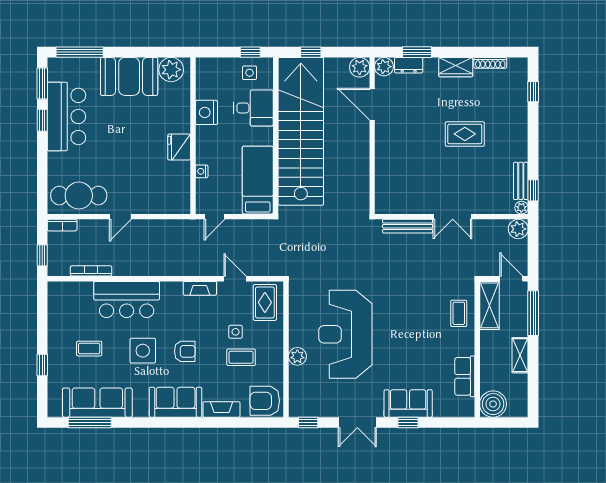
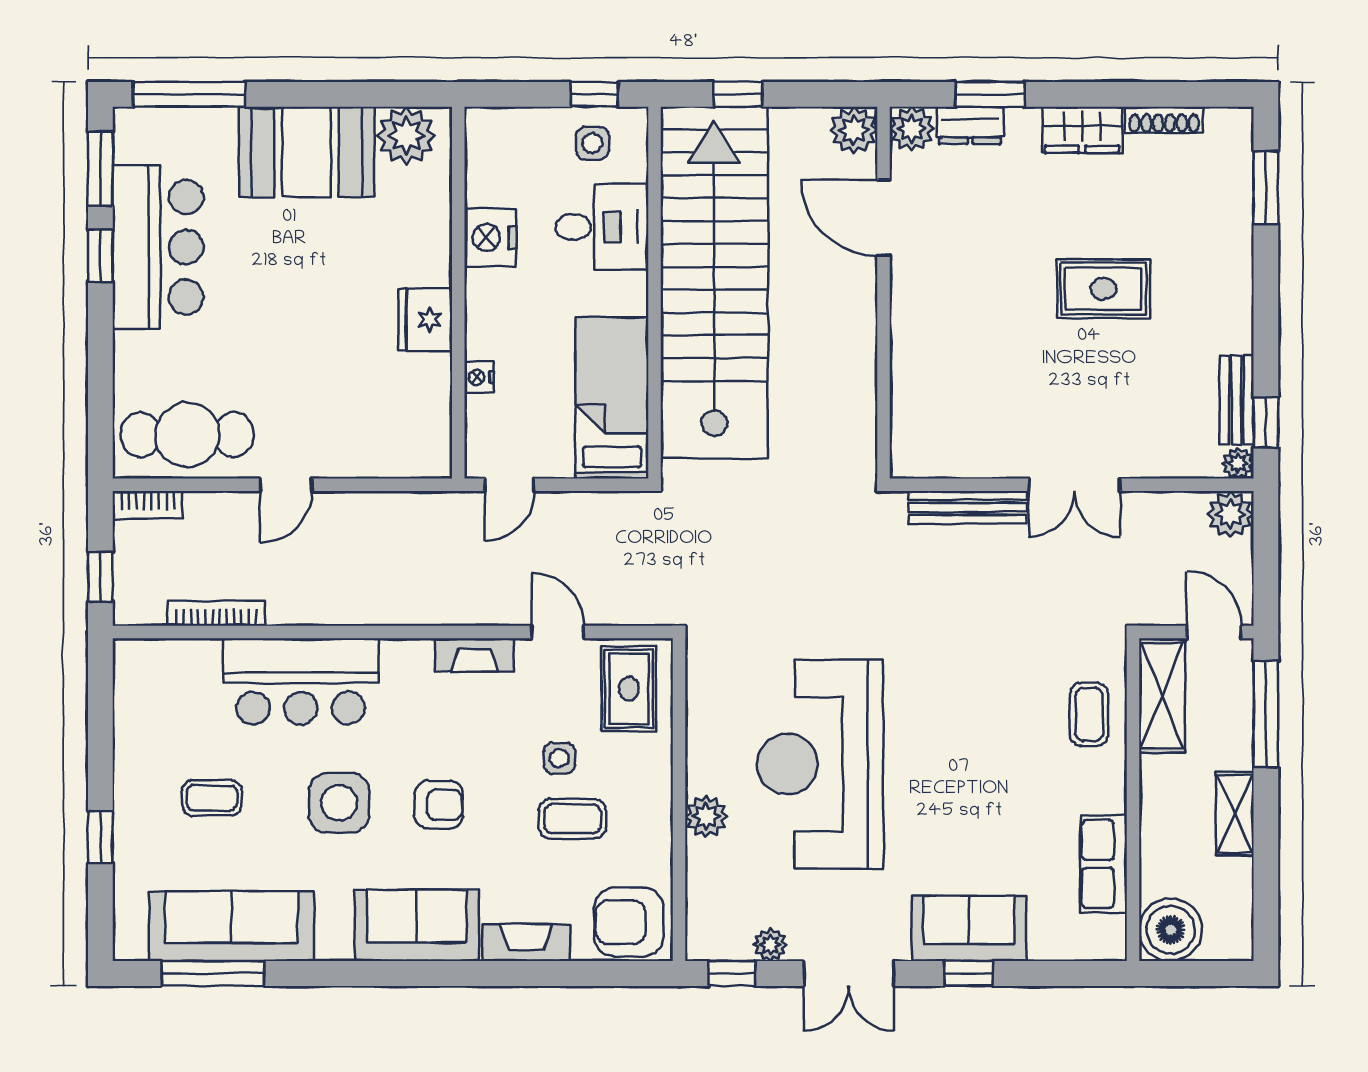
window: (533, 92) -> (1266, 188), width x1.50
plant: (324, 410) -> (770, 945), added

